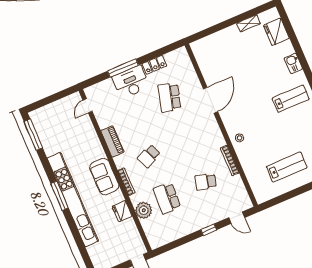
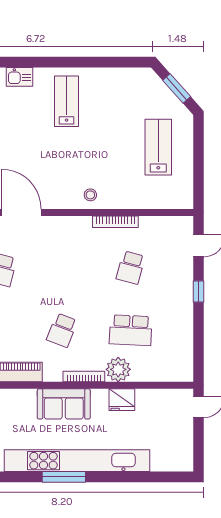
school desk: (149, 156) -> (62, 330), turned 45
plant: (144, 210) -> (118, 369), moved

